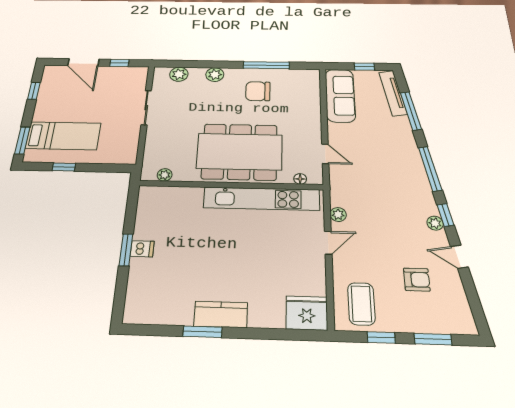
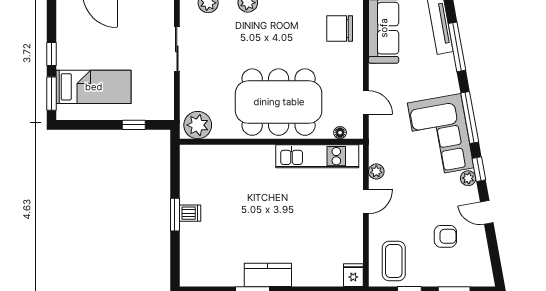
window: (34, 91) -> (51, 54), moved
chair: (258, 91) -> (340, 28), moved
window: (64, 167) -> (134, 125), moved
plant: (165, 175) -> (198, 125), width x1.88, depth x1.88
corner sofa: (402, 184) -> (441, 135), added
kitchen unit: (262, 199) -> (317, 156), width x0.73
fridge: (307, 313) -> (353, 275), width x0.53, depth x0.75

